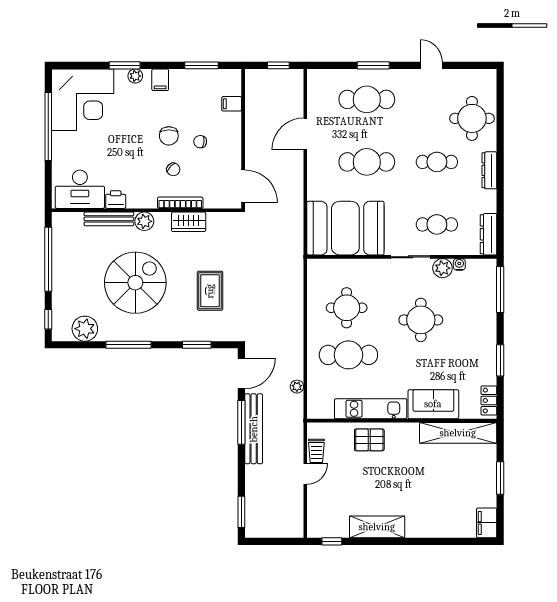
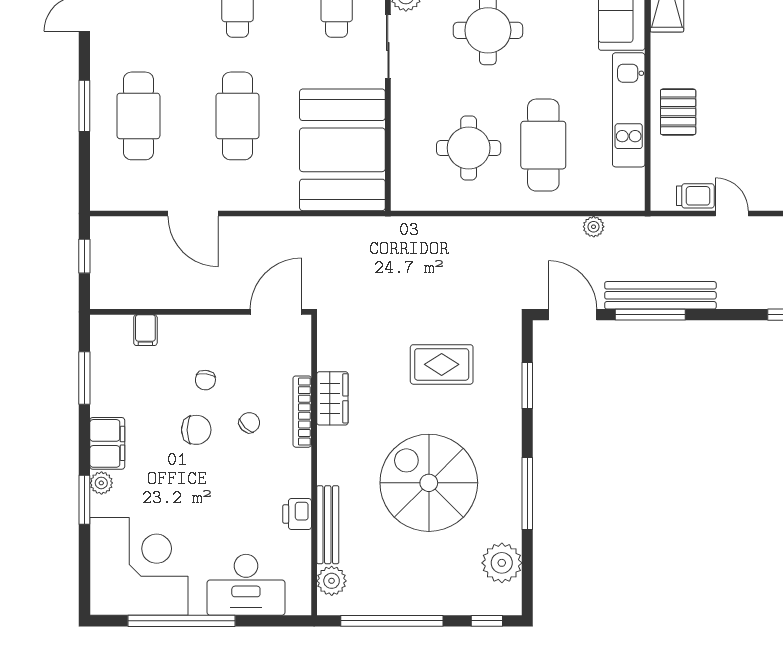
filing cabinet: (160, 80) -> (107, 443), width x2.00
desk: (80, 189) -> (246, 585), moved, turned 90
plant: (144, 221) -> (332, 581), moved

